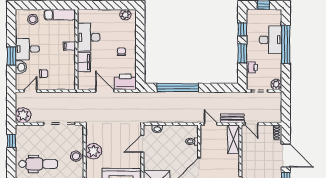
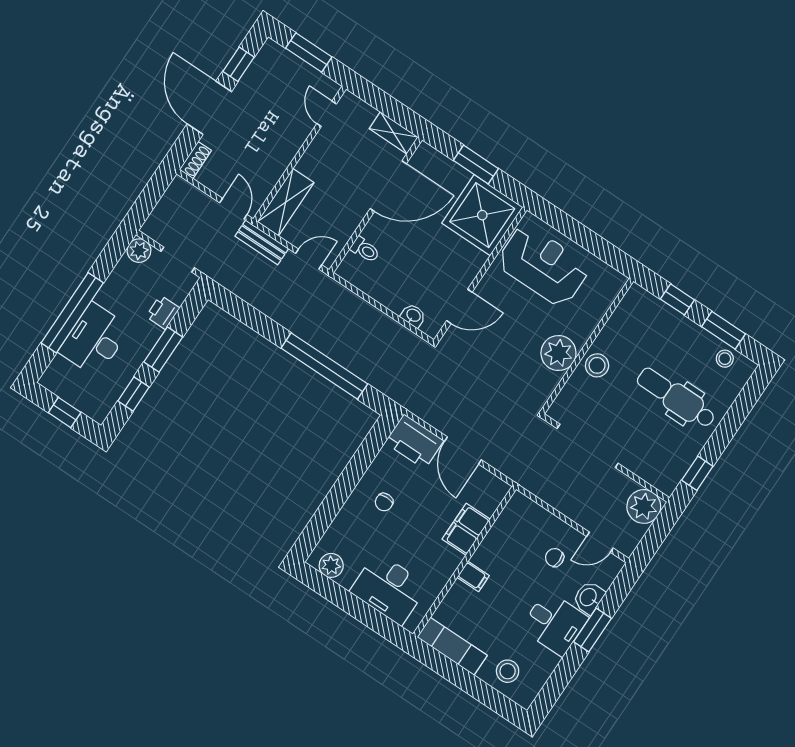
desk: (89, 37) -> (389, 588), moved, turned 90
door: (211, 124) -> (309, 259), swing flipped

